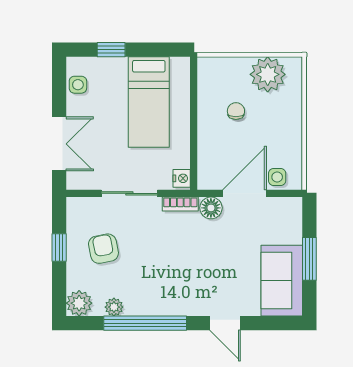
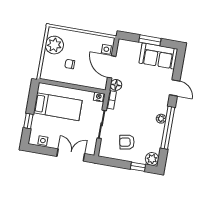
window: (59, 247) -> (138, 167), moved
plant: (114, 307) -> (161, 119), moved
door: (225, 323) -> (175, 88), hinge flipped

